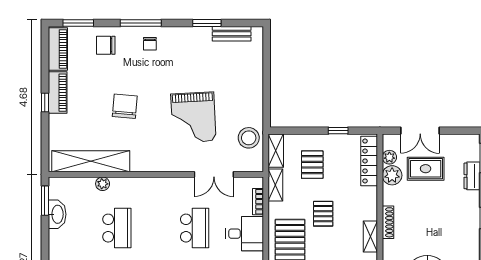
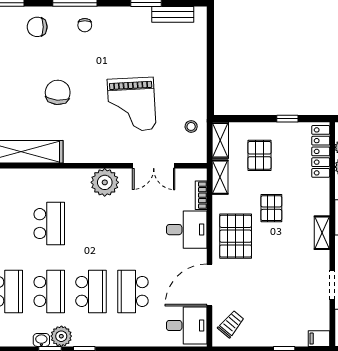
stool: (249, 138) -> (191, 126), width x0.53, depth x0.53
plant: (103, 184) -> (105, 182), moved, width x1.87, depth x1.87
school desk: (195, 228) -> (133, 224), removed

